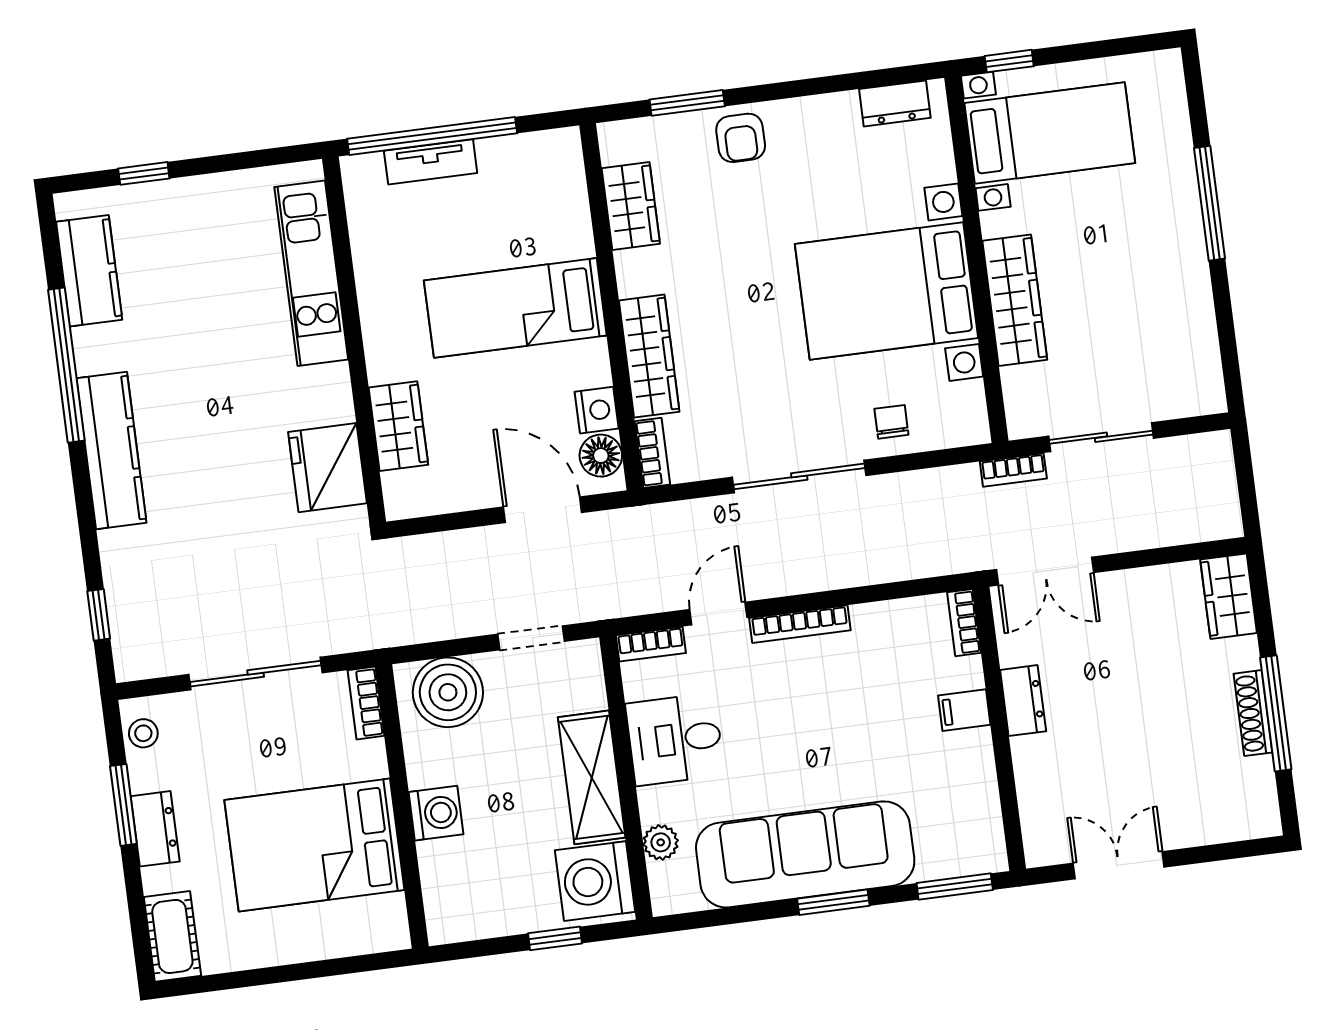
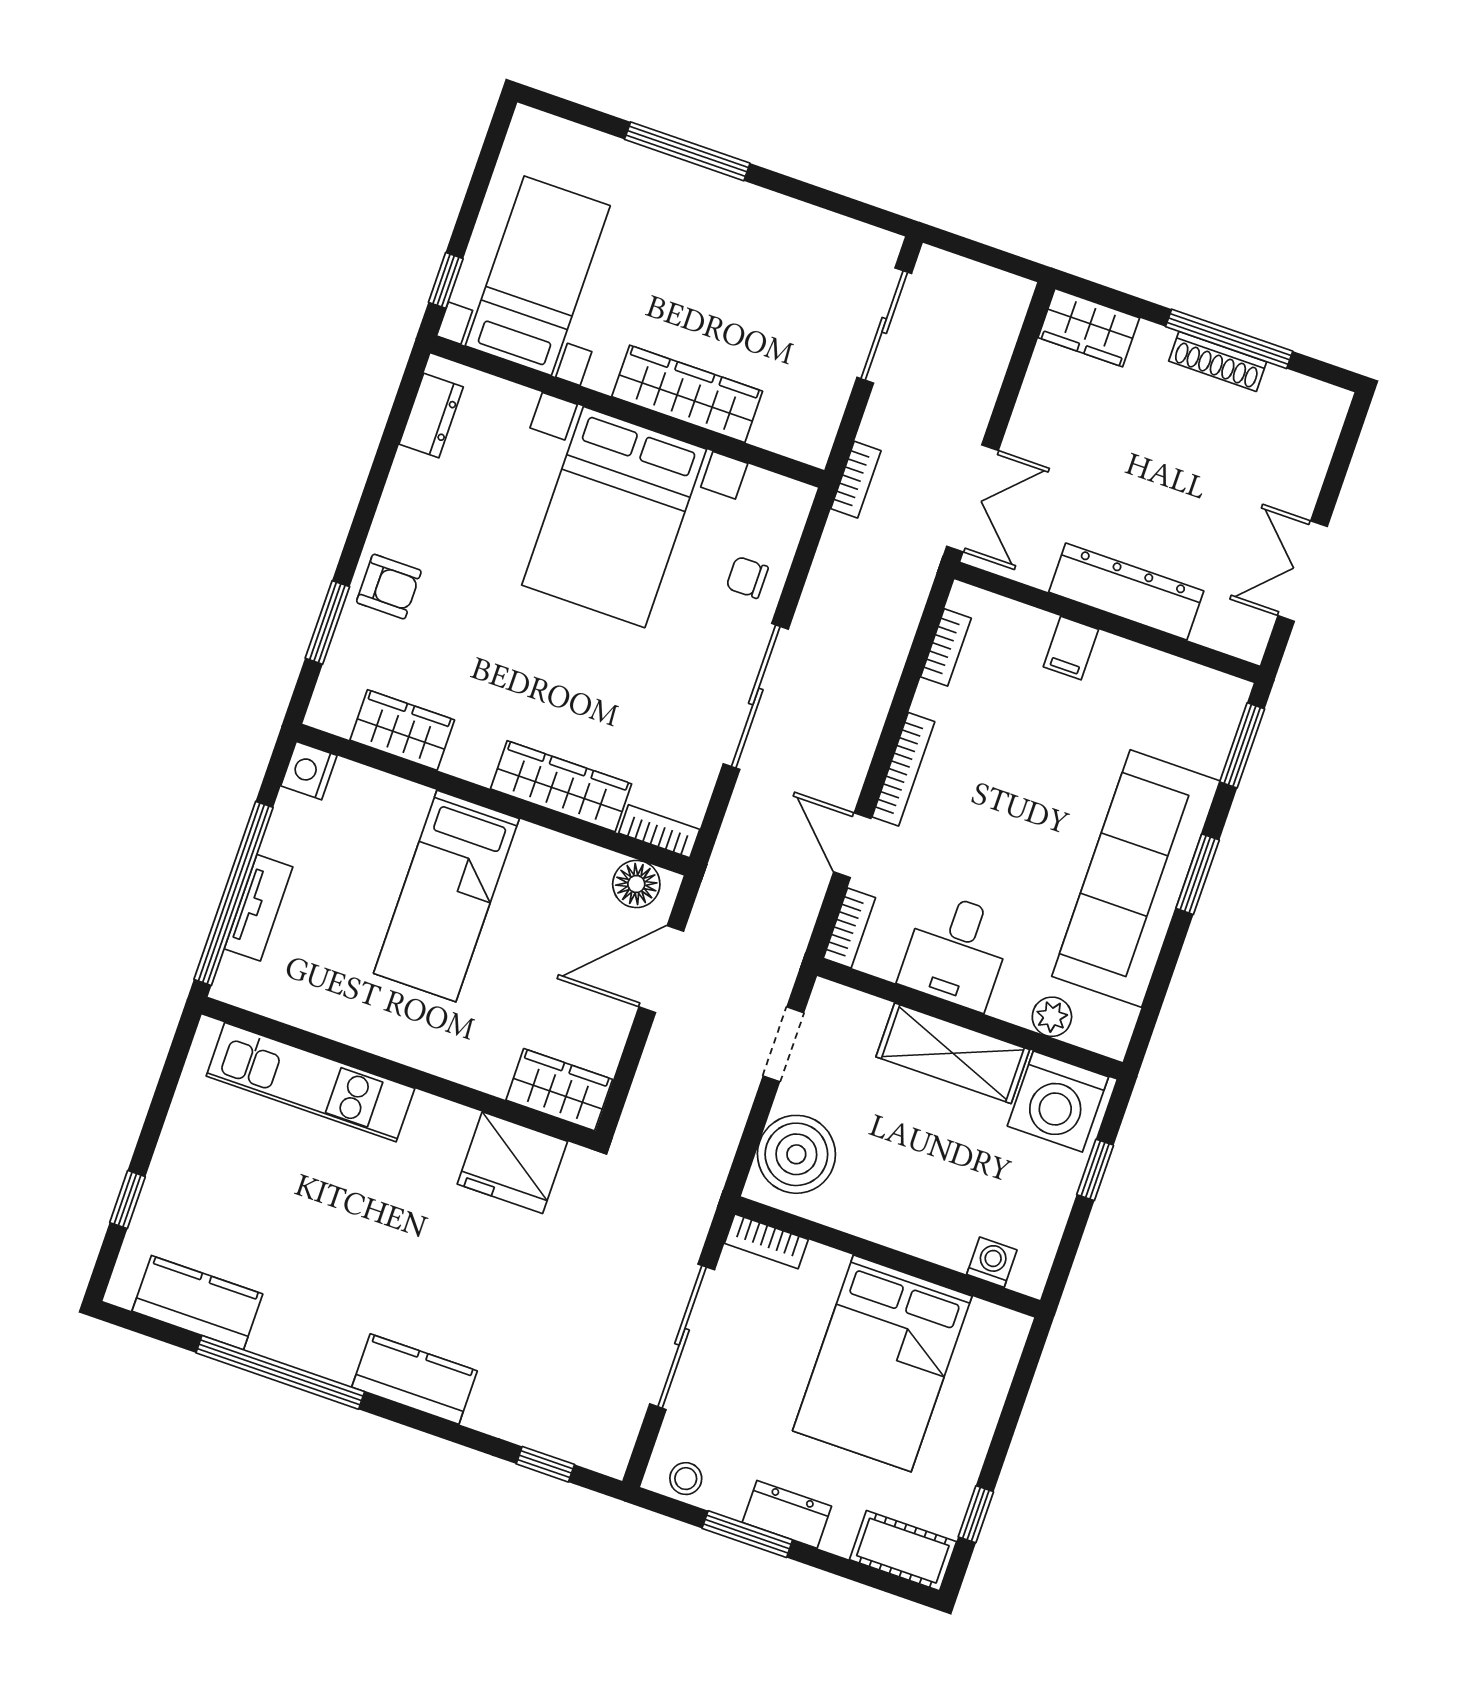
nightstand: (597, 410) -> (309, 771), moved, turned -90
wardrobe: (398, 426) -> (559, 1090), moved
sliding door: (1101, 437) -> (884, 325), moved
kitchen counter: (111, 450) -> (414, 1379), width x0.67
bookcase: (964, 623) -> (946, 647), moved, turned -90
dresser: (1023, 701) -> (1126, 592), width x1.96, depth x1.24
washing machine: (436, 813) -> (992, 1262), moved, width x0.73, depth x0.73
window: (231, 981) -> (976, 1514), added

